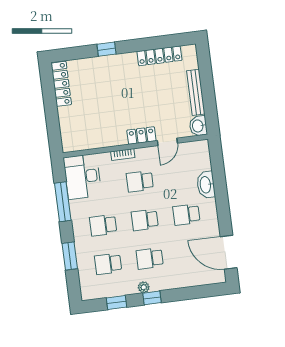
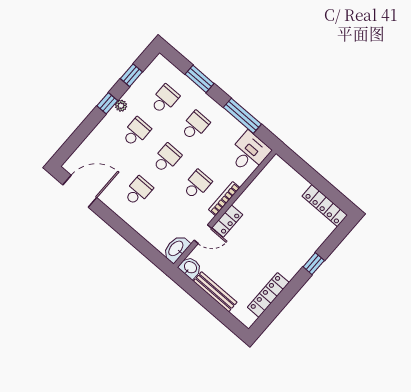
door: (167, 142) -> (203, 234), swing flipped
bookcase: (123, 154) -> (224, 199), width x1.56
desk: (82, 177) -> (249, 153), width x0.73
washbasin: (206, 185) -> (176, 249), moved, turned -90

